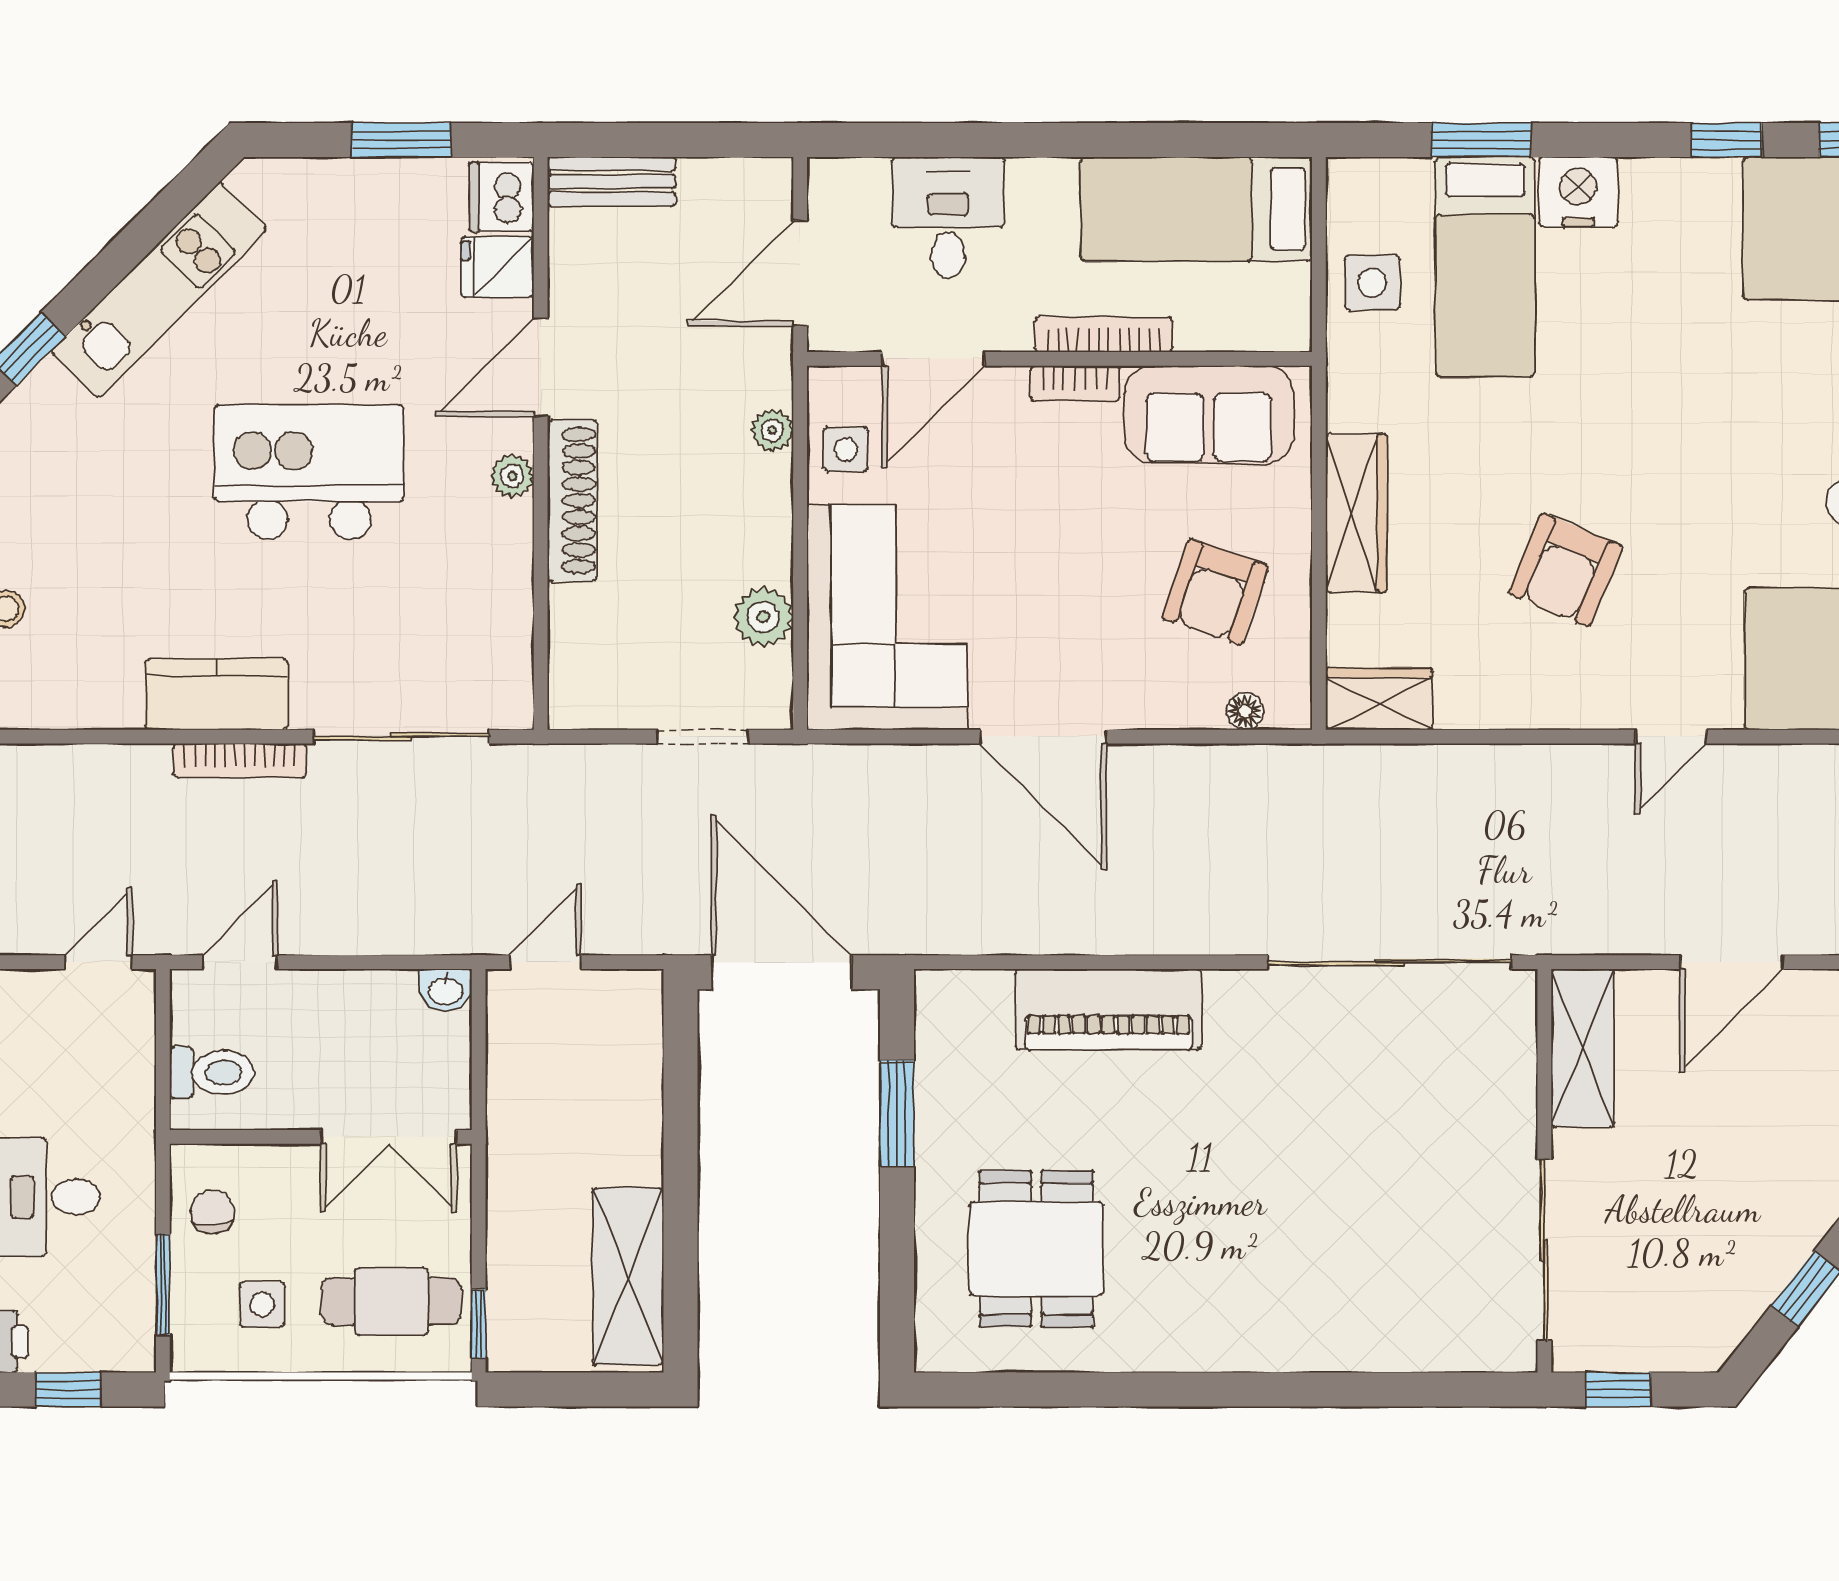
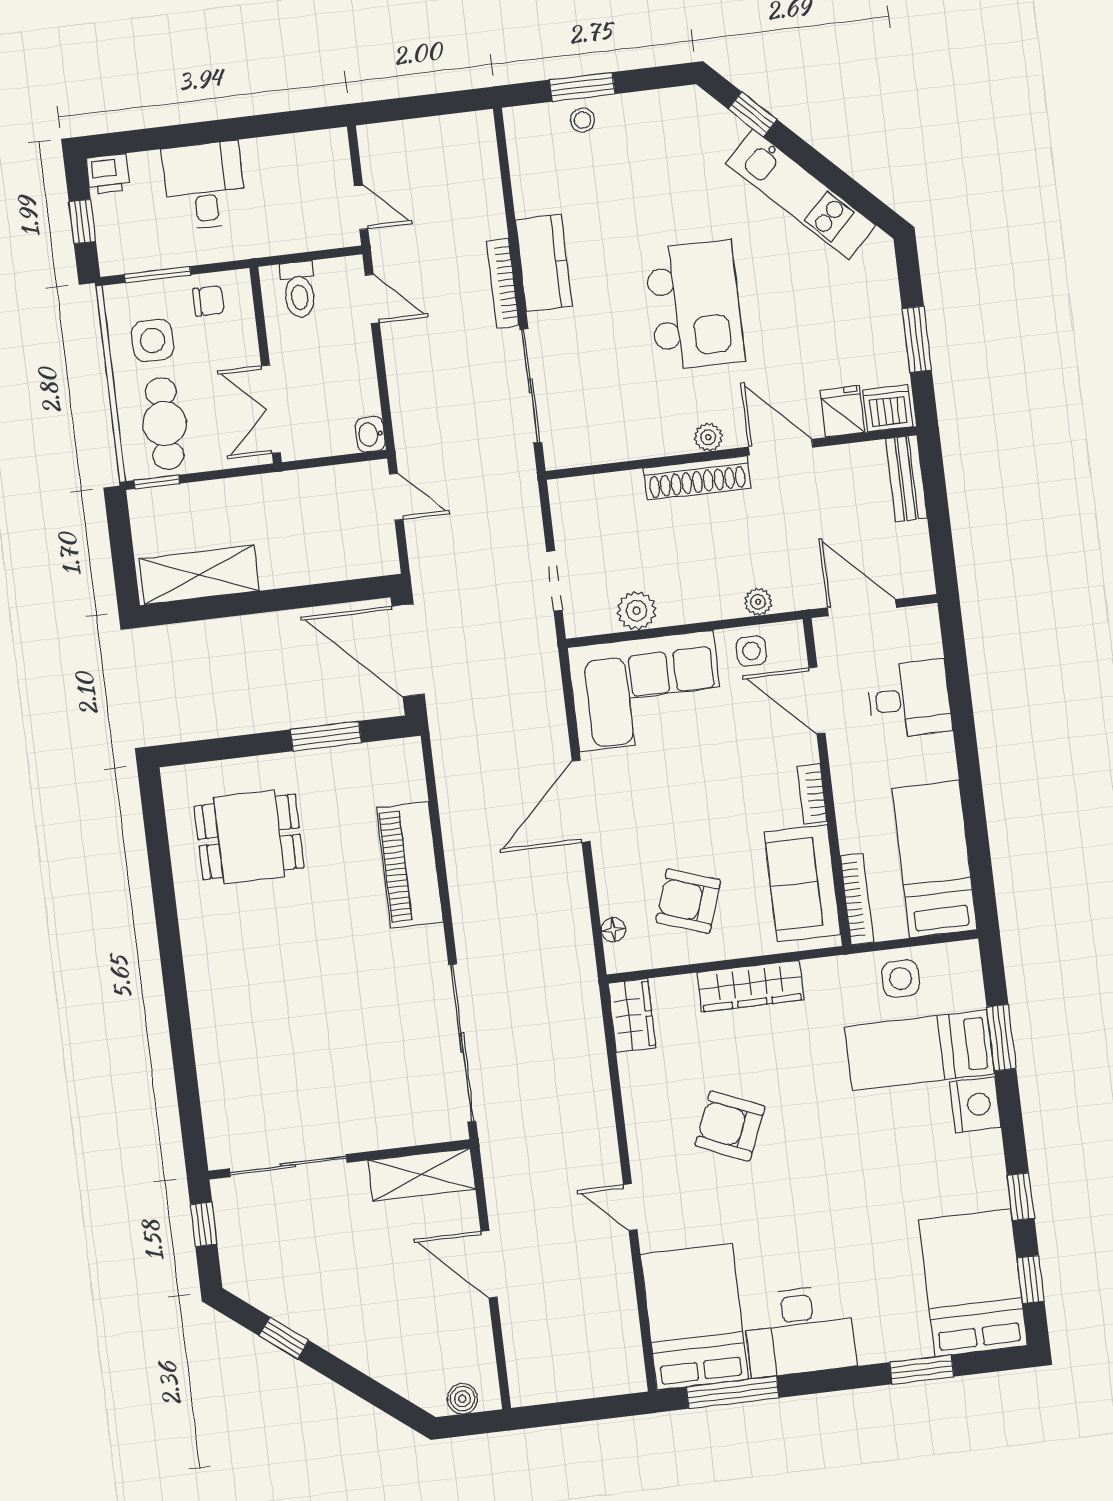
bookcase: (1104, 334) -> (857, 899), moved
door: (781, 972) -> (408, 650), swing flipped
side table: (262, 1304) -> (153, 340), width x1.37, depth x1.37

